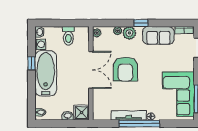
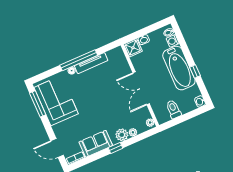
washing machine: (40, 44) -> (173, 41), moved
armchair: (125, 69) -> (111, 102), removed

